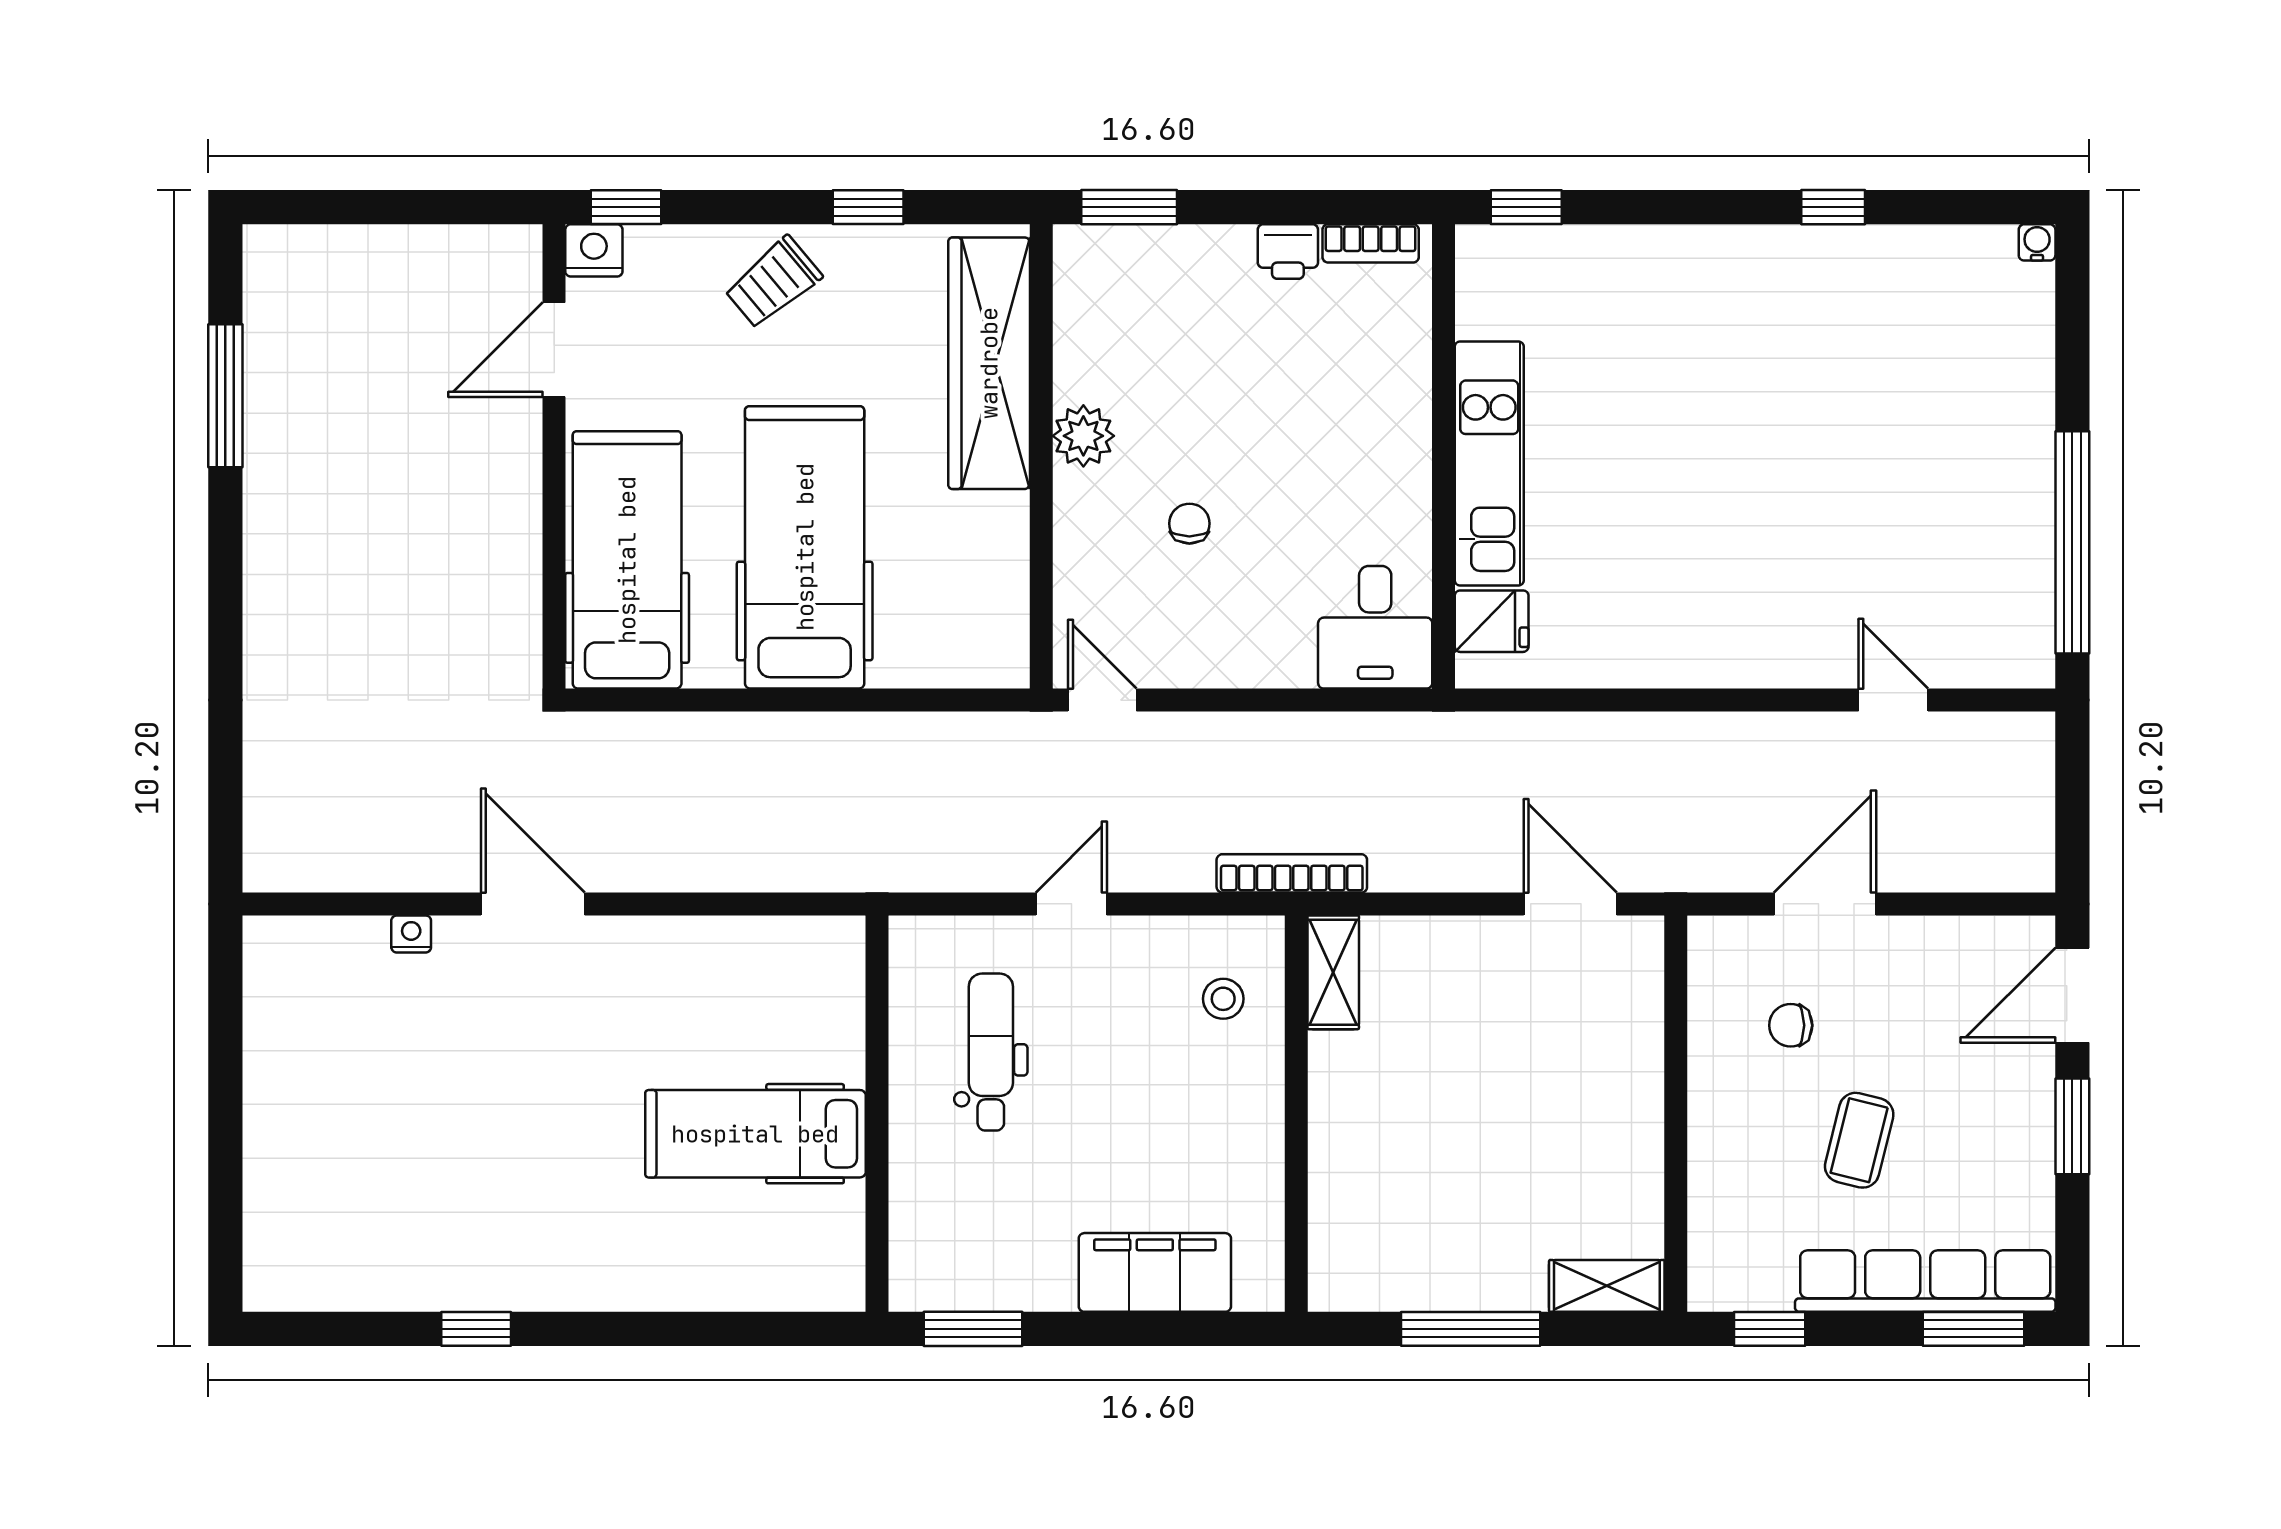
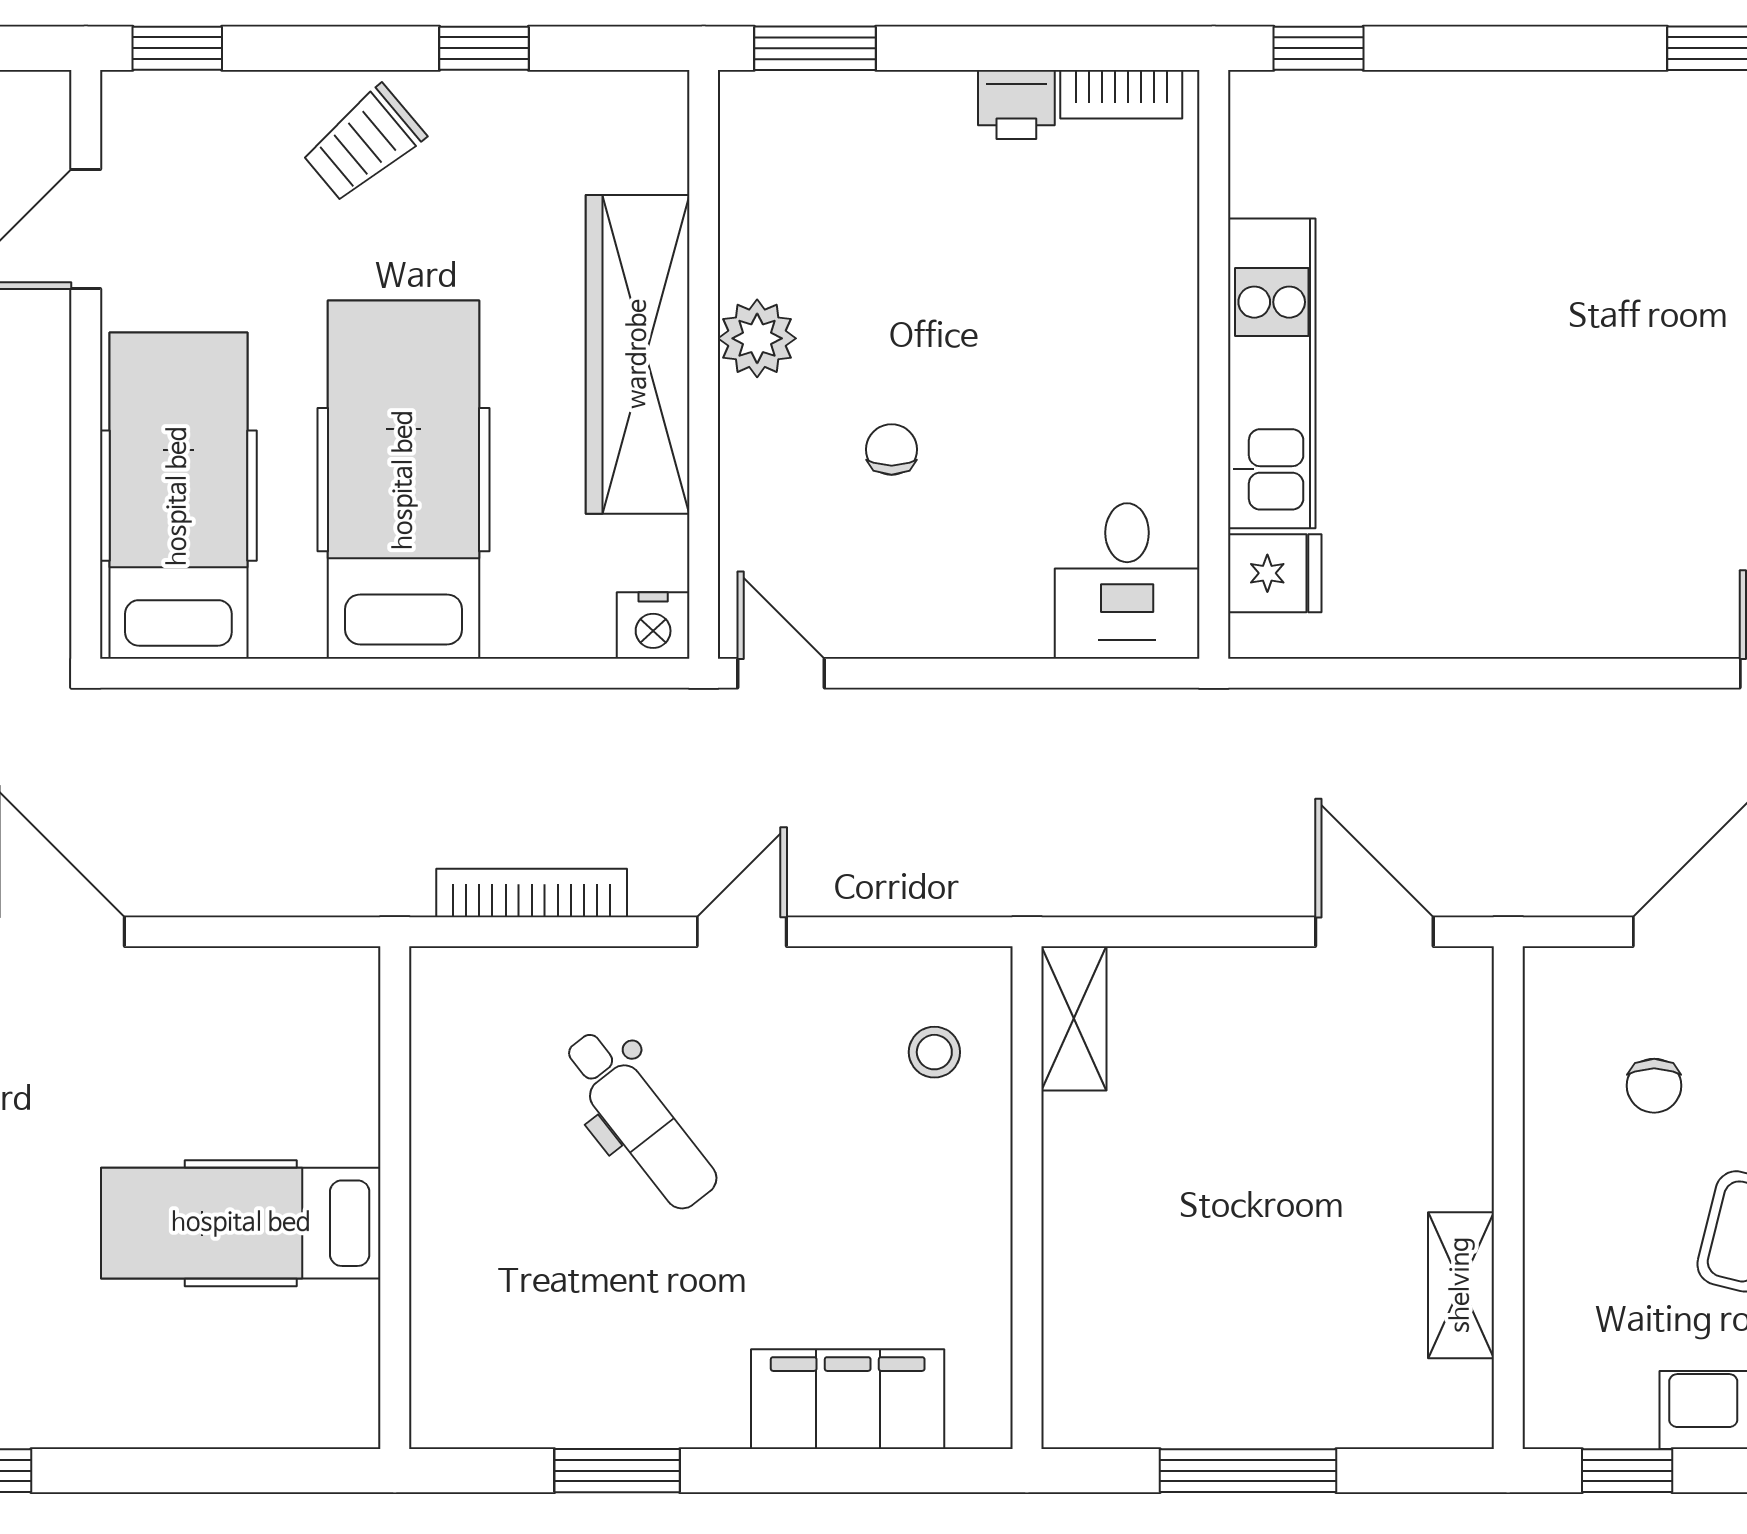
nightstand: (594, 250) -> (653, 626), moved, turned 180
wardrobe: (989, 363) -> (638, 354), moved
bookcase: (1292, 873) -> (532, 893), moved
chair: (1791, 1025) -> (1654, 1086), turned -90
dental chair: (991, 1052) -> (640, 1120), turned 142
wall: (877, 1114) -> (395, 1198), moved
hospital bed: (755, 1134) -> (241, 1223), moved
shelving: (1607, 1286) -> (1461, 1285), moved, turned 90

